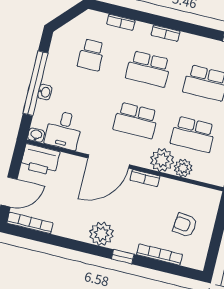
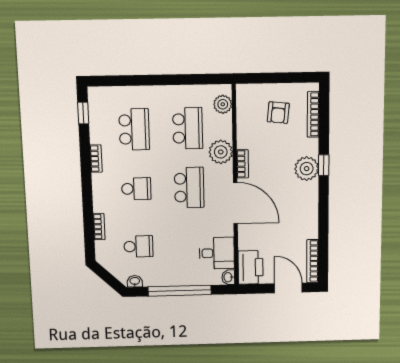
bookcase: (166, 33) -> (96, 159), moved
school desk: (148, 69) -> (136, 189), width x0.54
washbasin: (45, 92) -> (135, 281), moved
plant: (183, 168) -> (223, 104), moved
plant: (102, 234) -> (307, 169), moved
bookcase: (160, 255) -> (313, 114), moved

